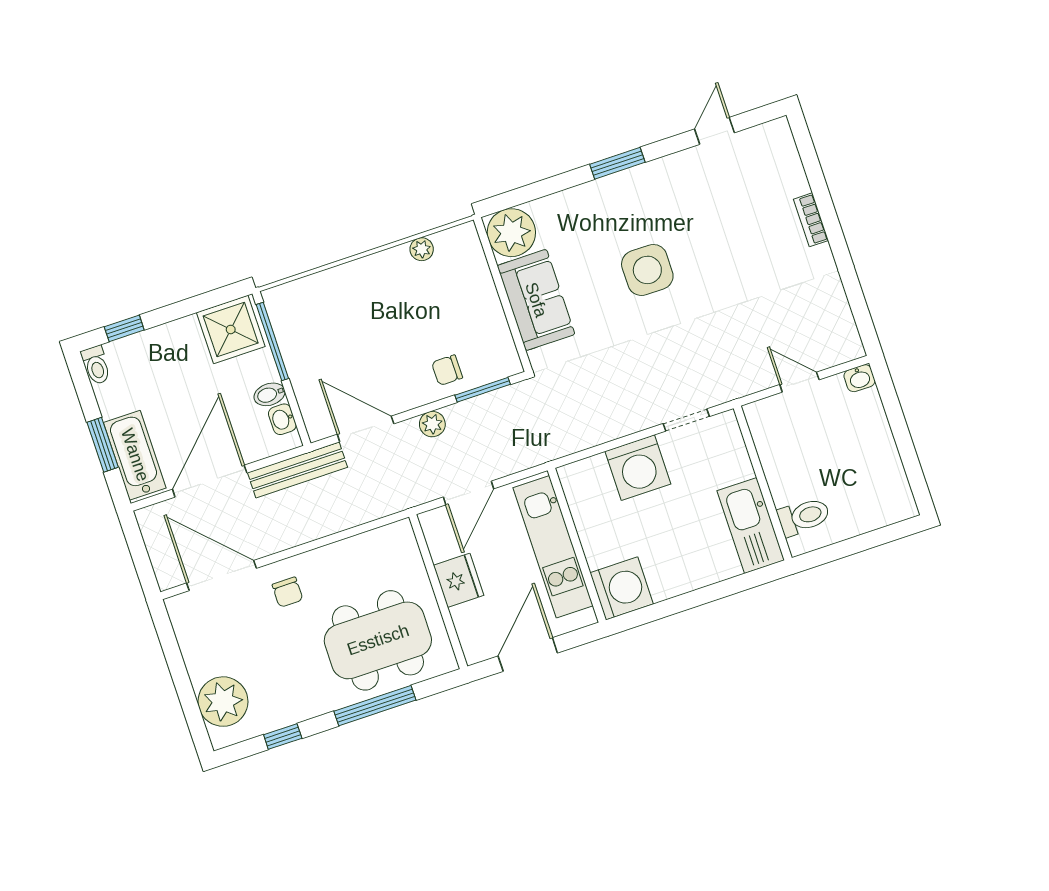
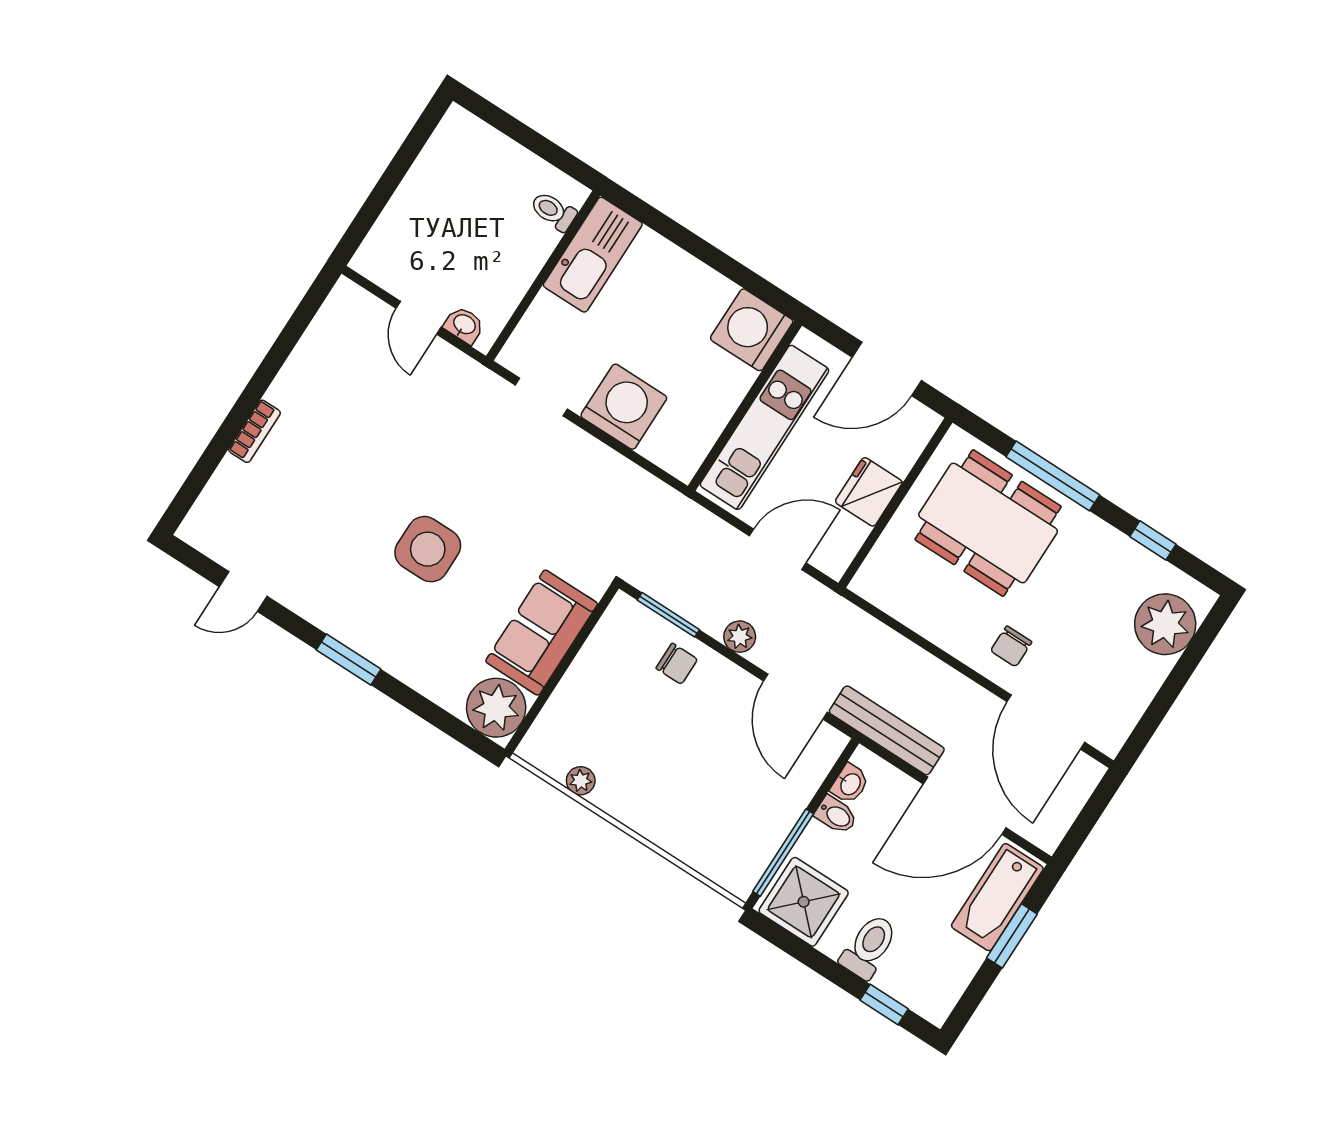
toilet: (96, 365) -> (869, 947), moved, width x1.37, depth x1.39
washbasin: (859, 378) -> (464, 325), moved
toilet: (804, 517) -> (553, 211), width x0.73, depth x0.72
chair: (288, 592) -> (1011, 646), turned 180

